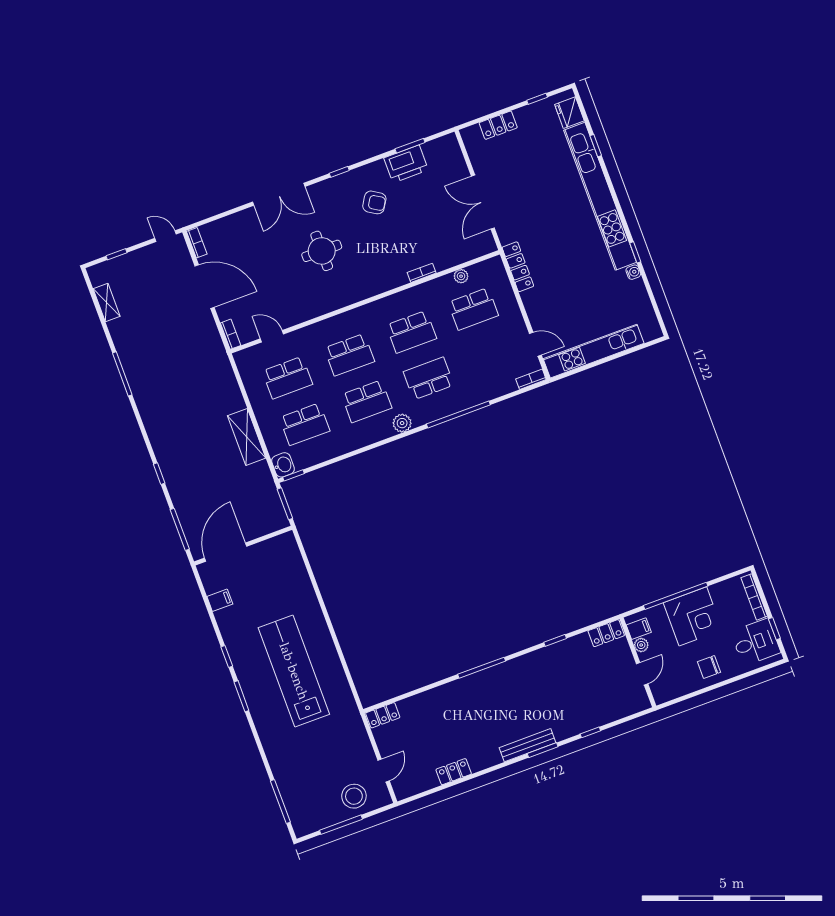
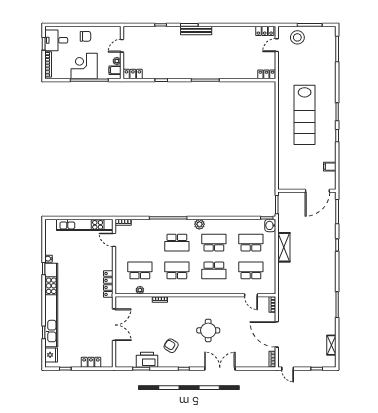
school desk: (349, 355) -> (214, 270), turned 180
locker: (454, 772) -> (265, 31), moved

